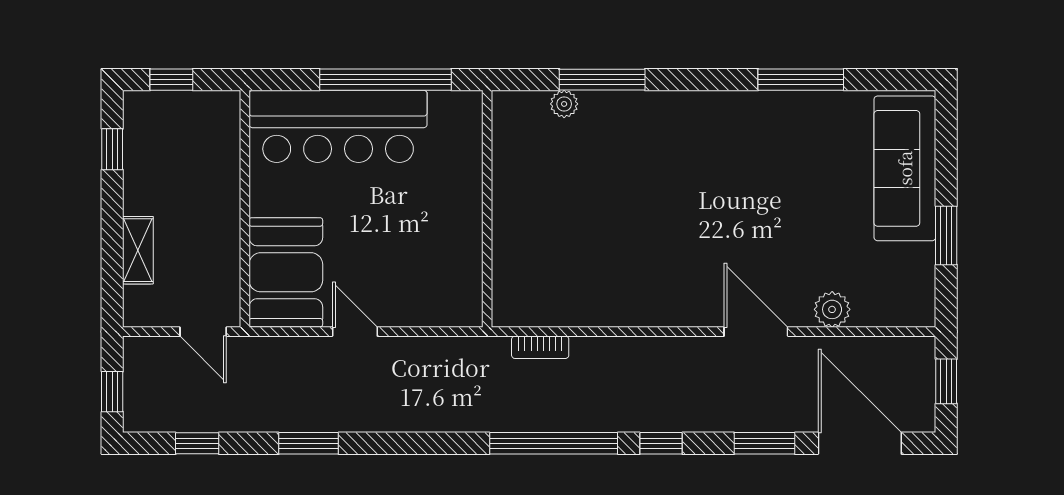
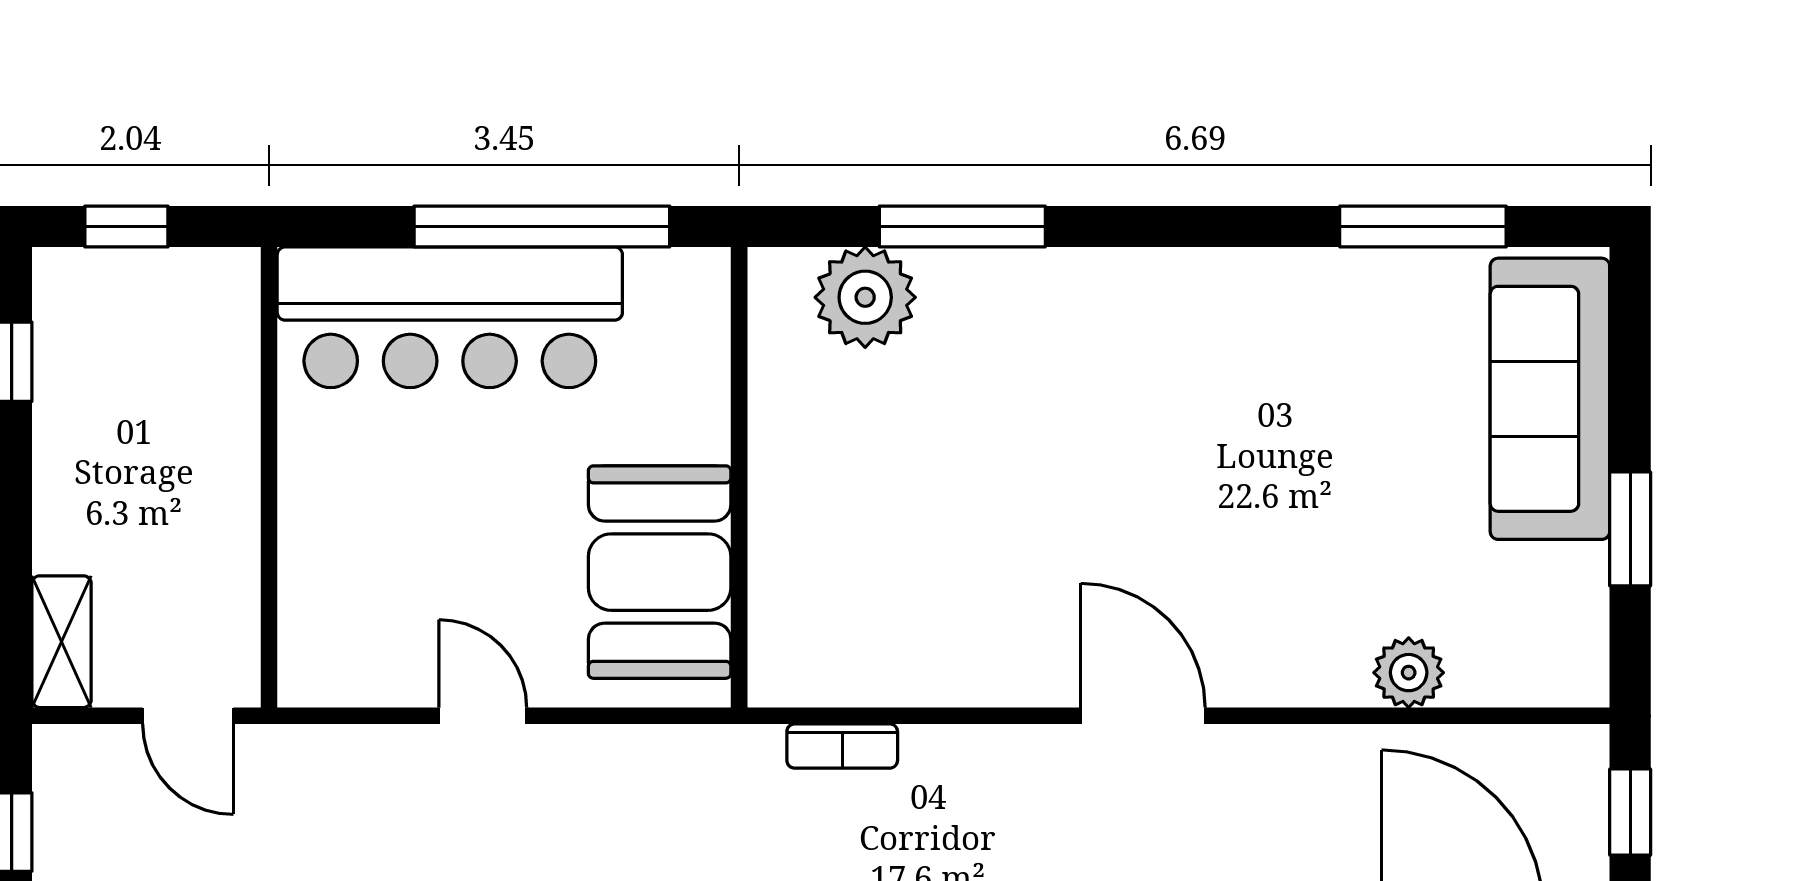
window: (801, 80) -> (1423, 227), moved
plant: (564, 104) -> (865, 297), width x1.88, depth x1.88
shelving: (138, 250) -> (62, 642), moved
booth: (286, 272) -> (660, 572), moved
door: (756, 332) -> (1143, 716), moved

